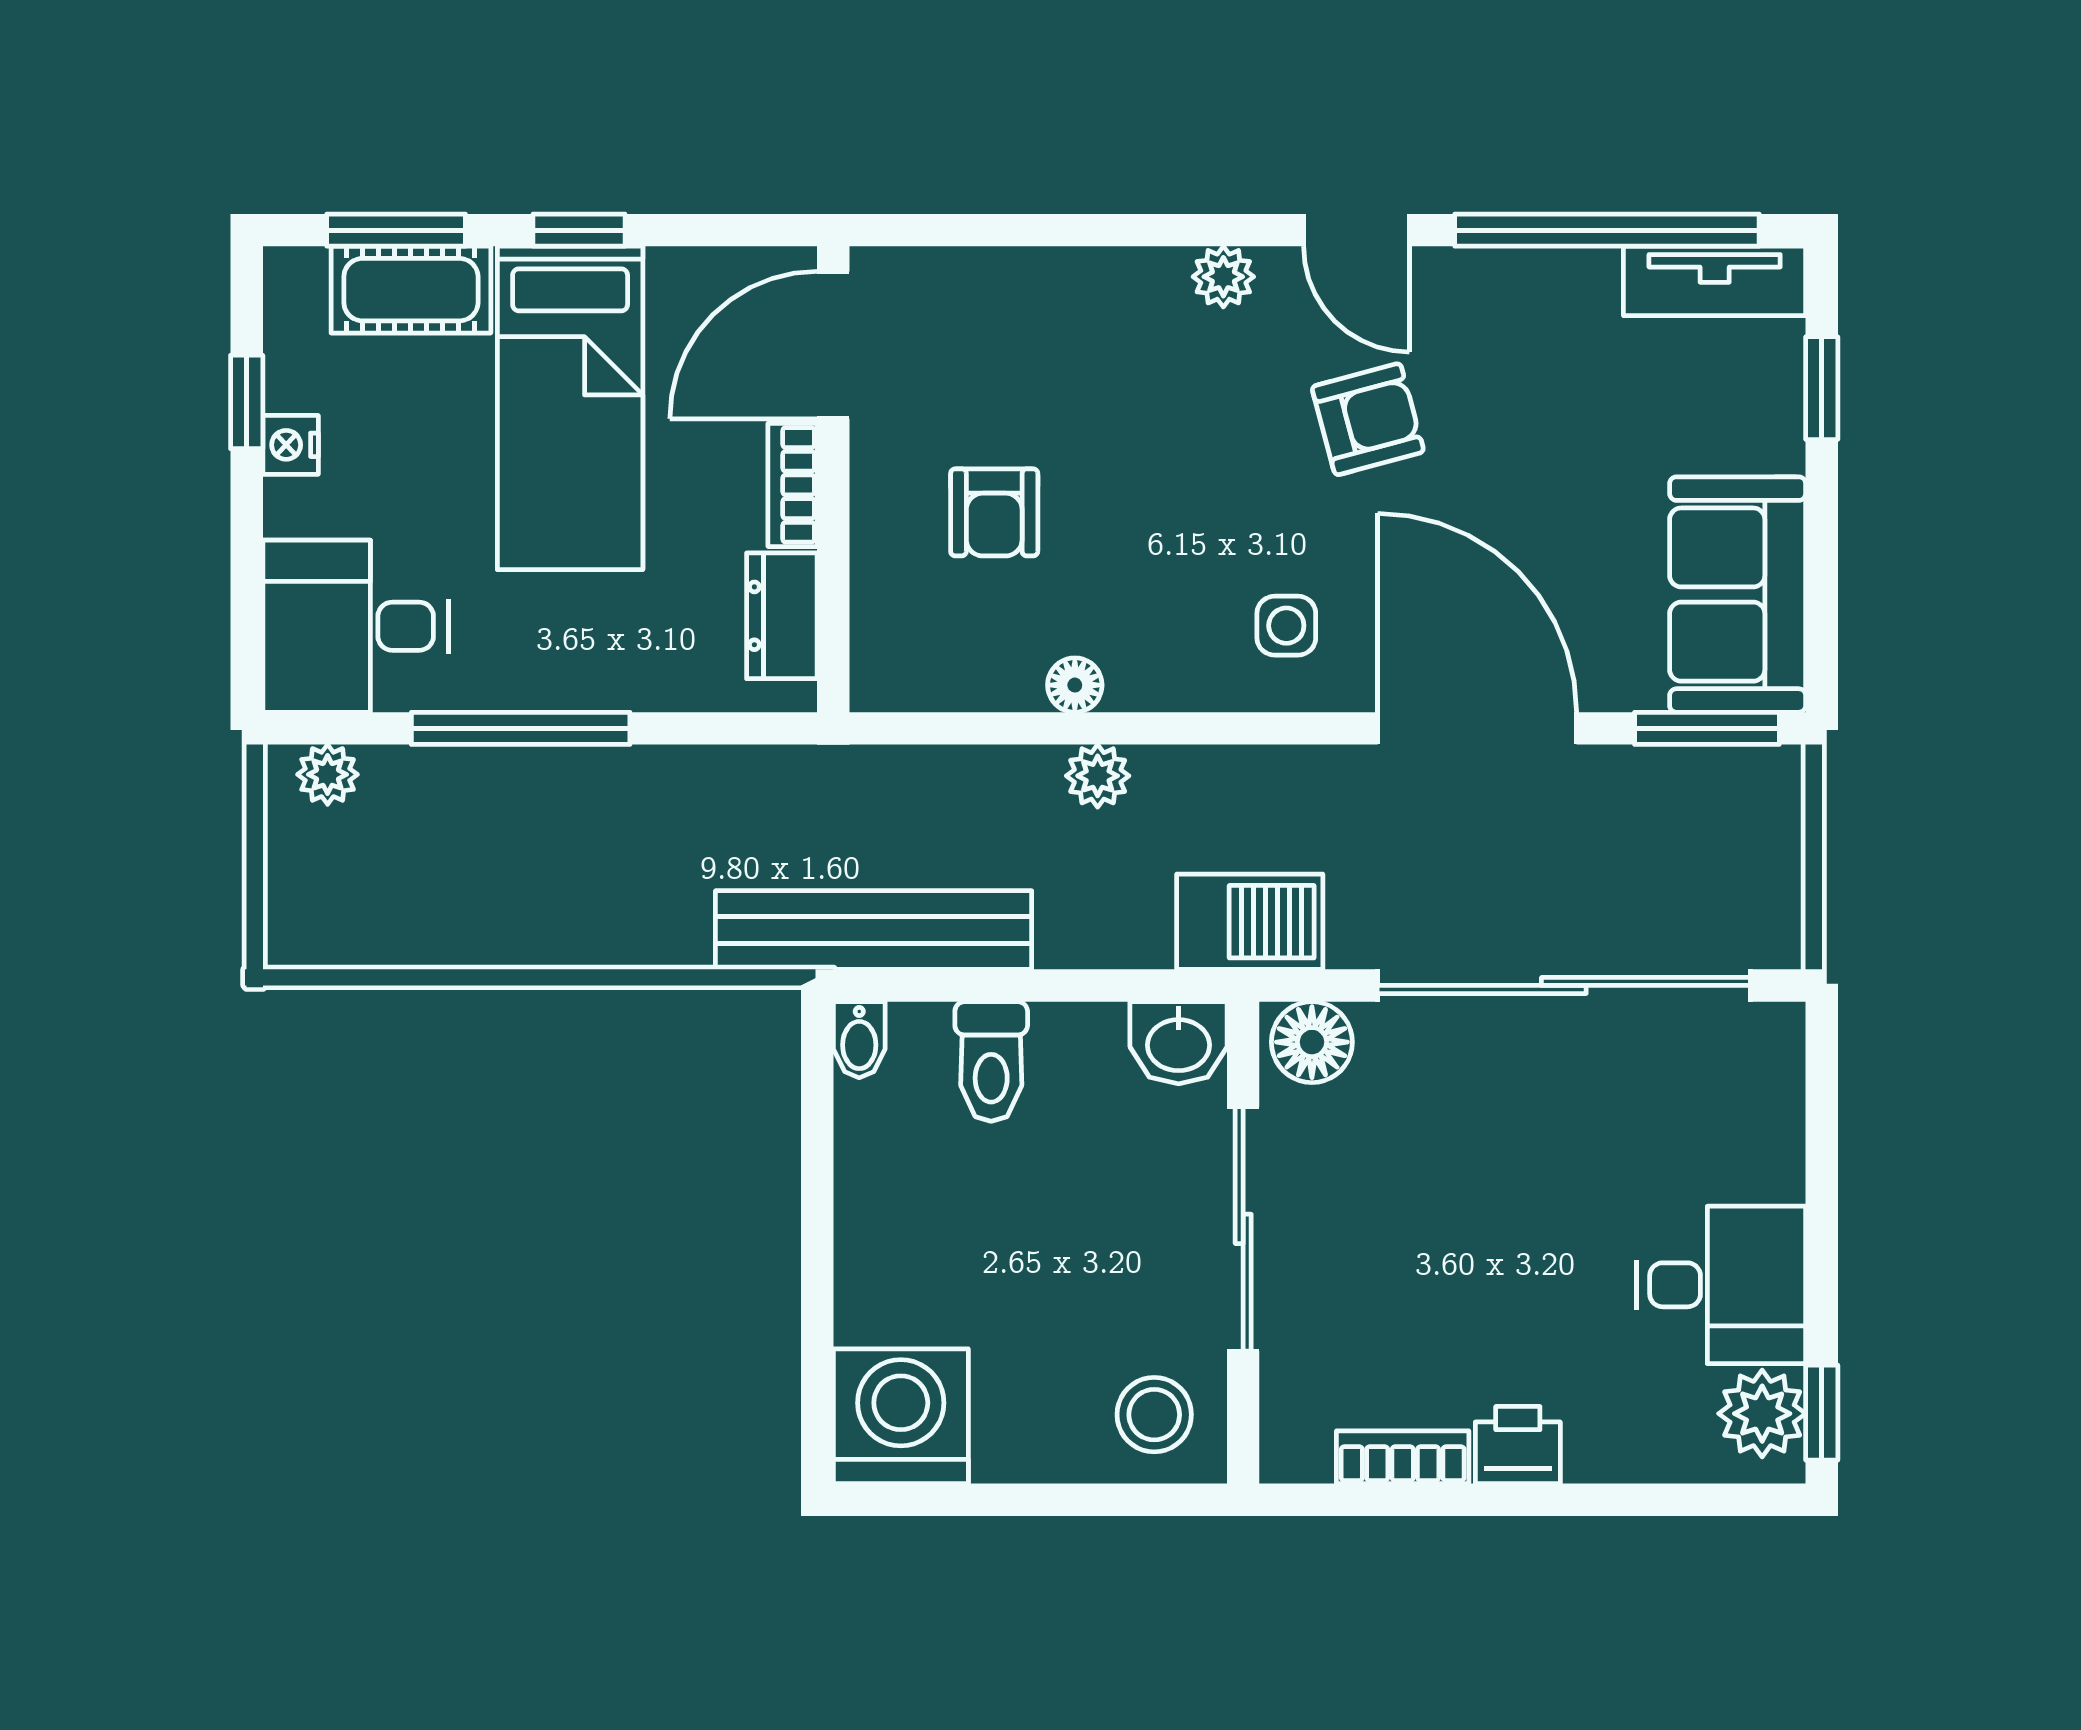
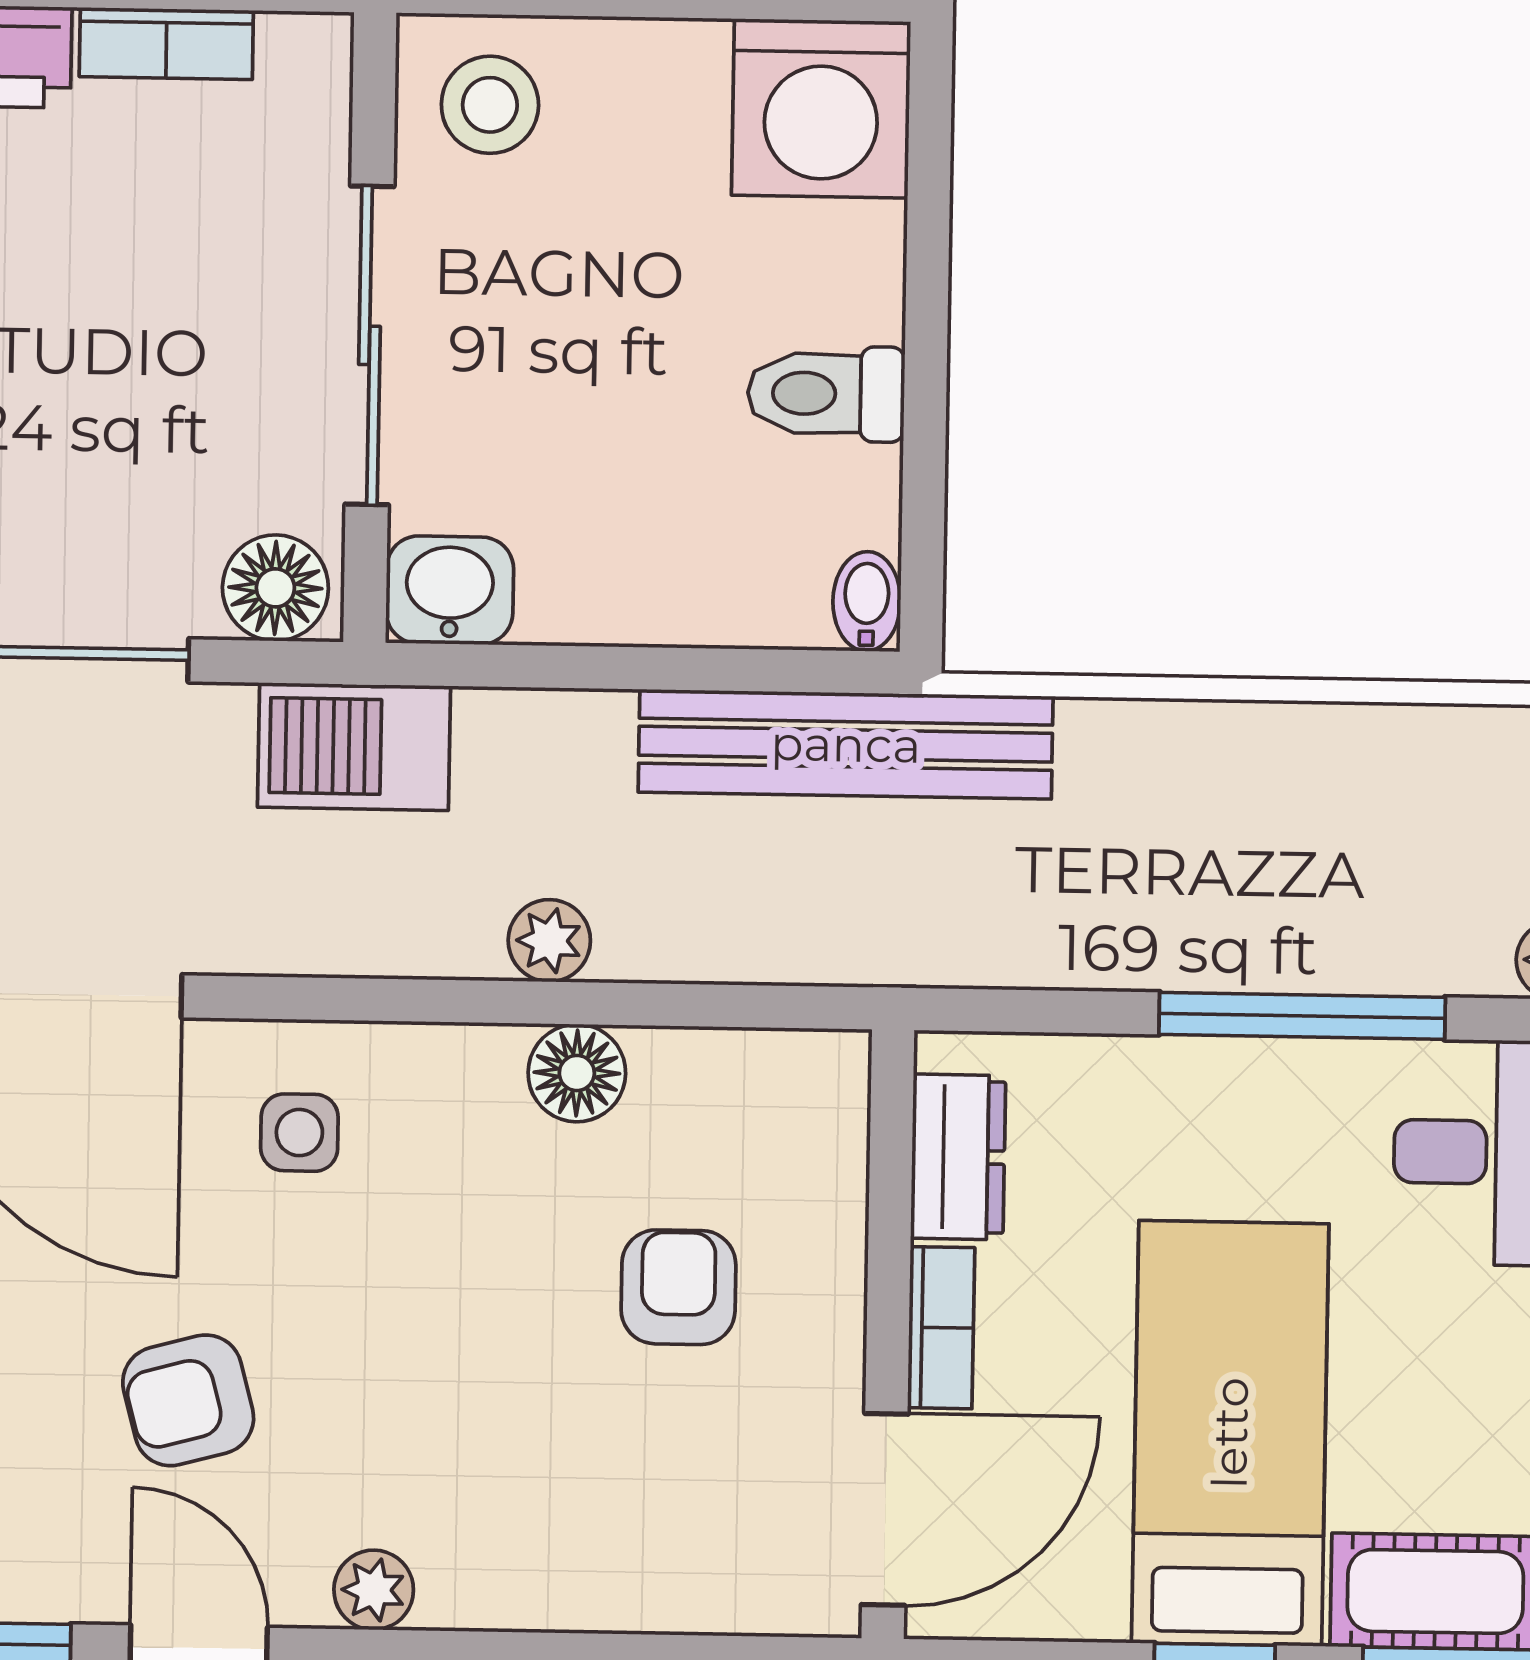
floor lamp: (1075, 685) -> (577, 1073), width x1.37, depth x1.37
toilet: (991, 1061) -> (826, 394), moved, turned -90

